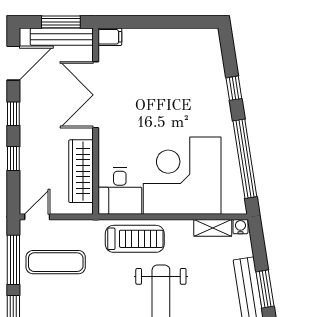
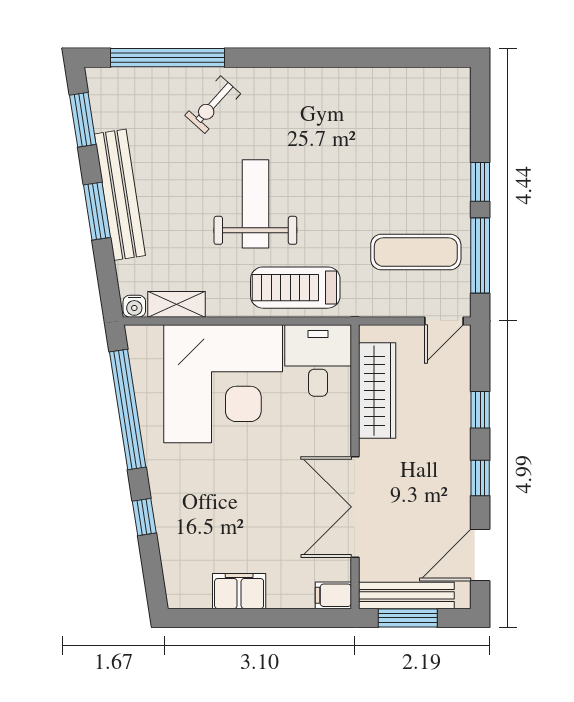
filing cabinet: (172, 40) -> (239, 591), added
double door: (96, 95) -> (355, 507), swing flipped

